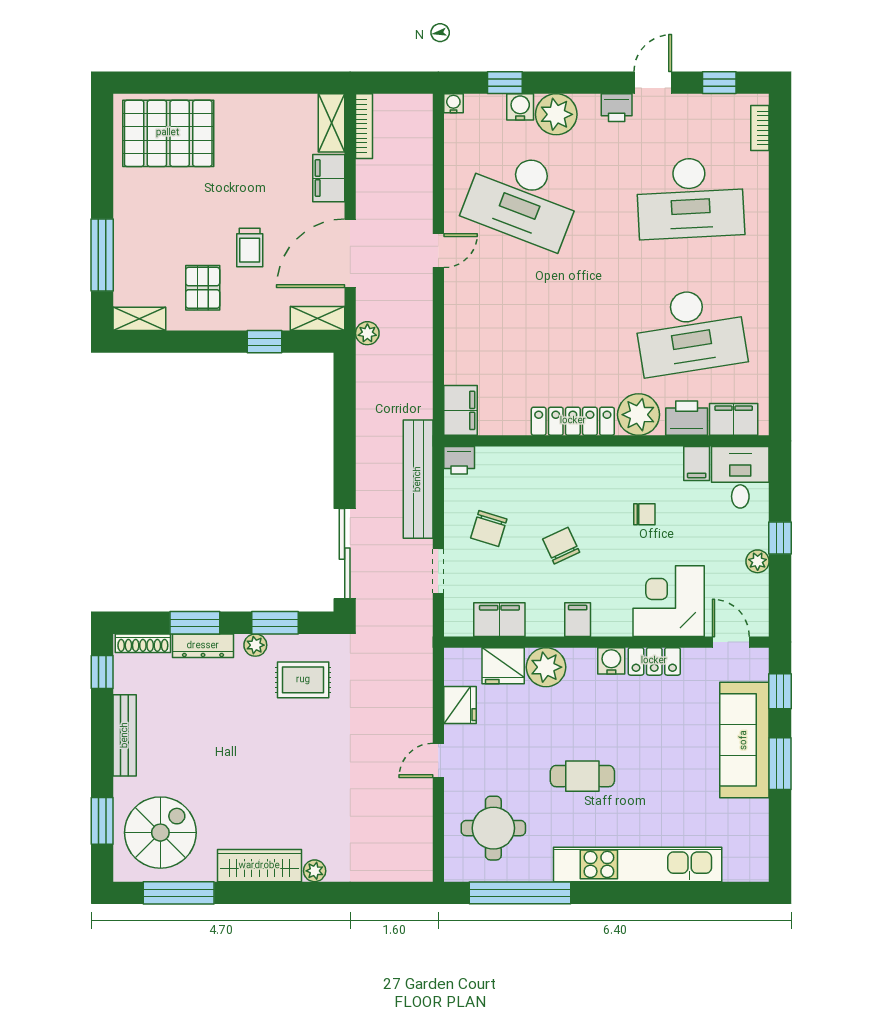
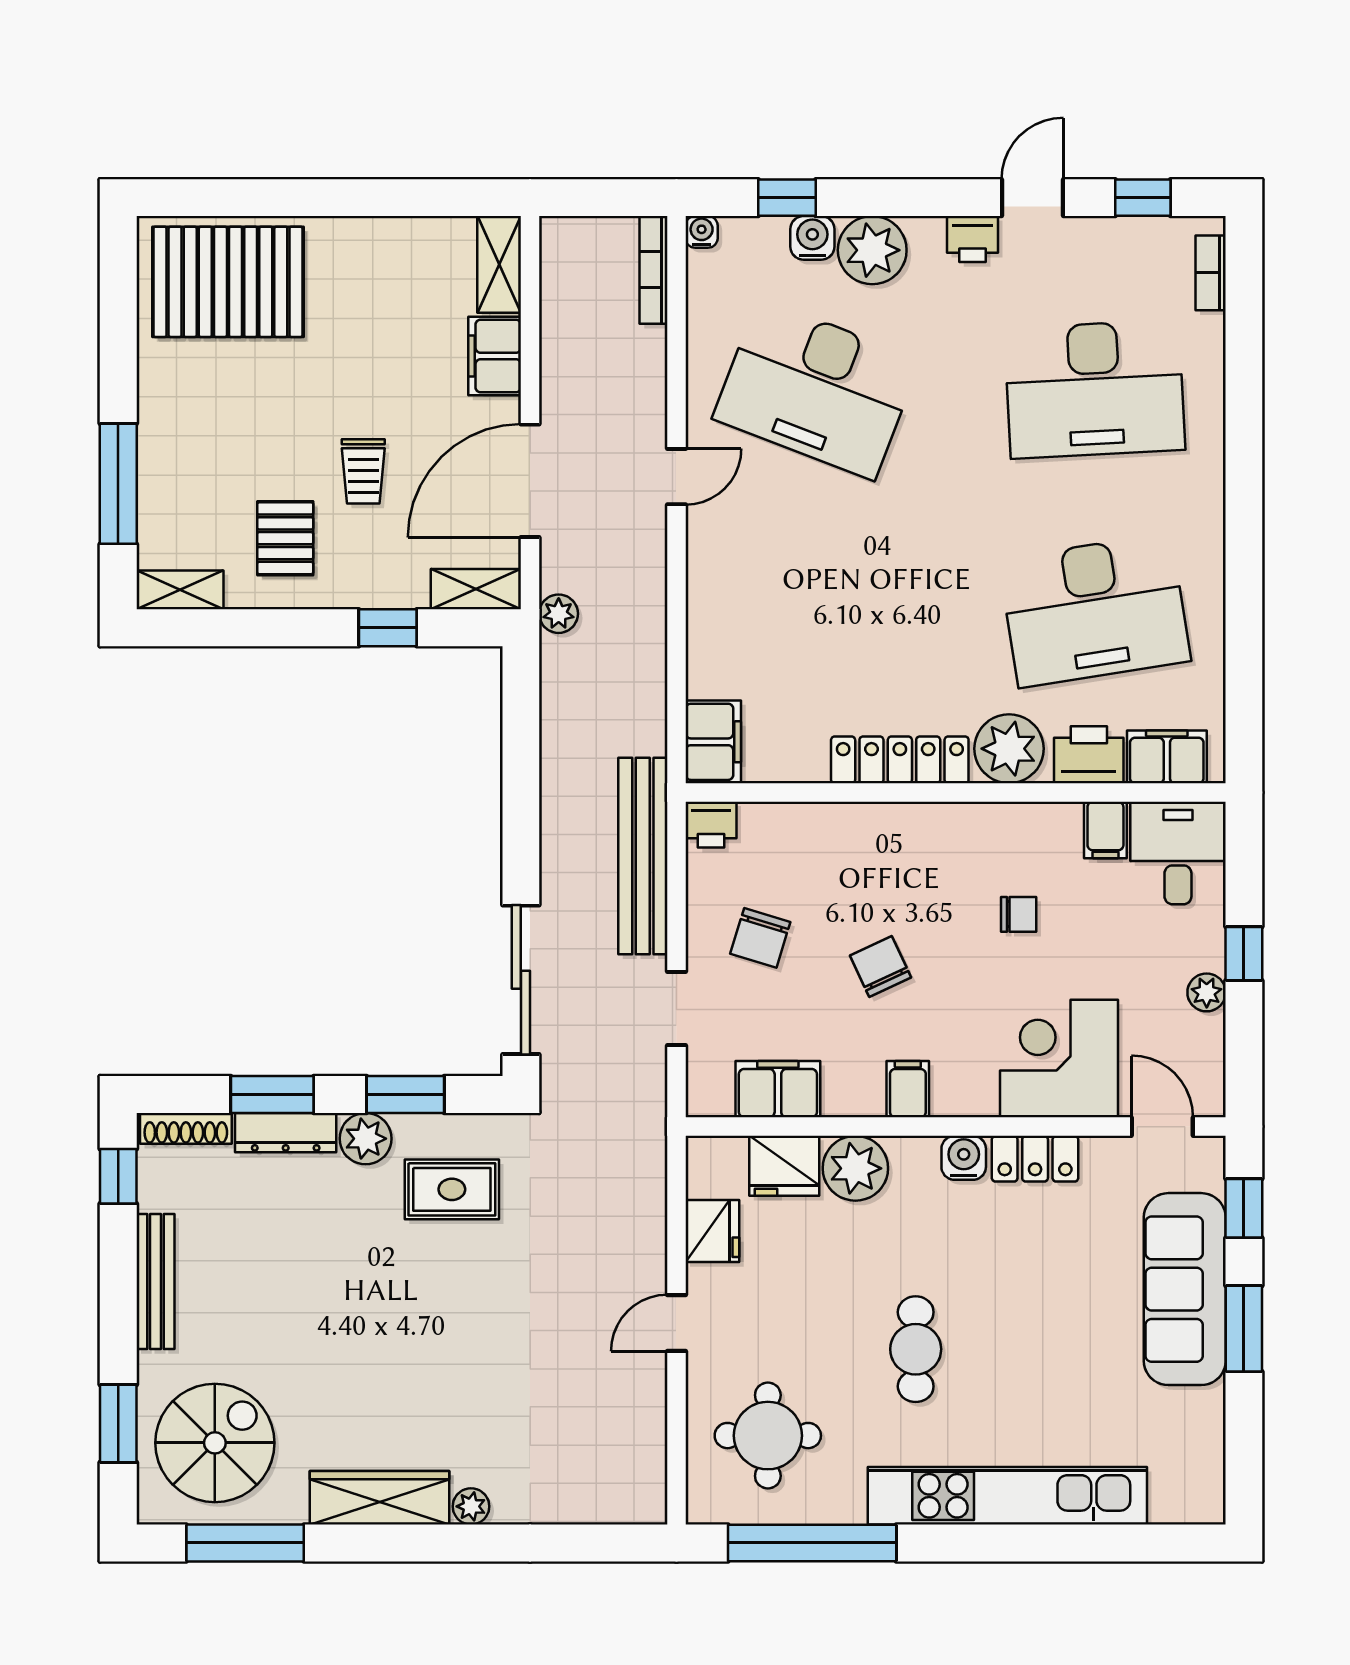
bookcase: (364, 126) -> (654, 270), moved, turned 180
plant: (255, 645) -> (366, 1139), width x1.38, depth x1.38
cafe table: (582, 776) -> (916, 1349), turned 90

